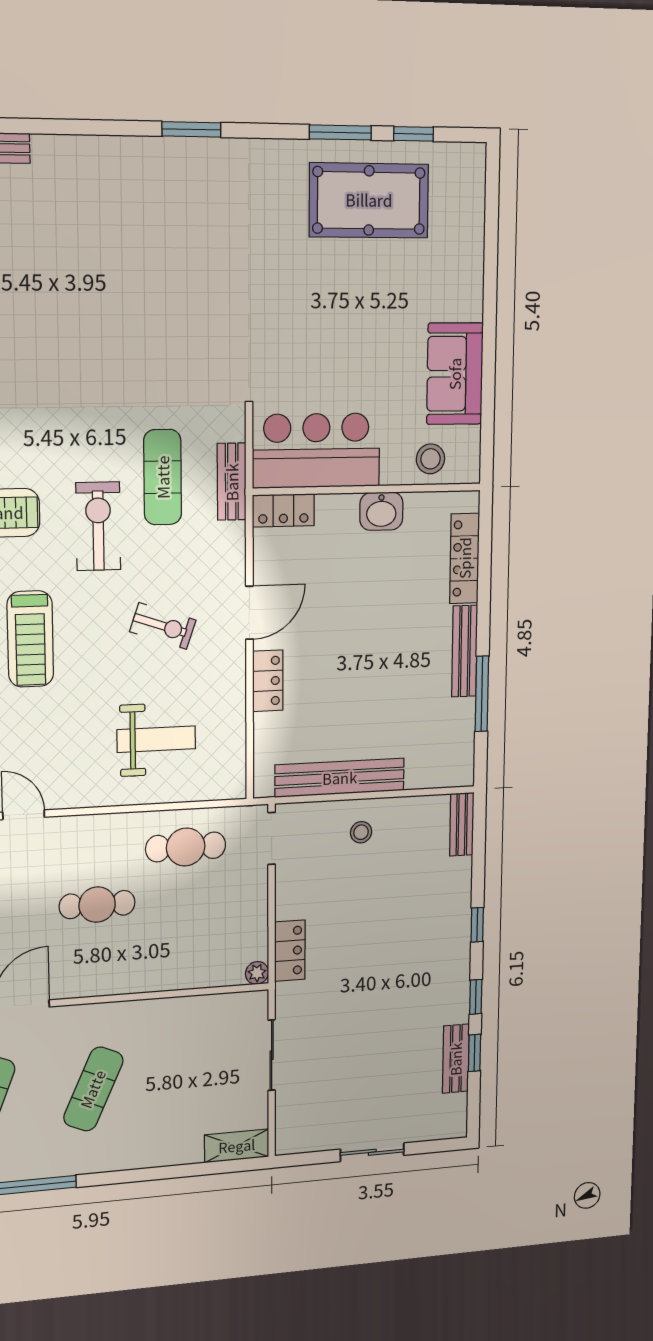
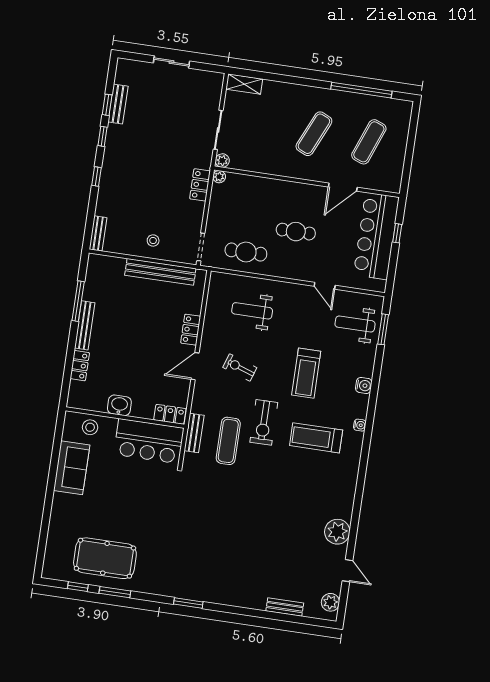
locker: (465, 558) -> (80, 366), width x0.66
treadmill: (30, 639) -> (306, 373), turned 180
plant: (256, 1003) -> (222, 161), added

